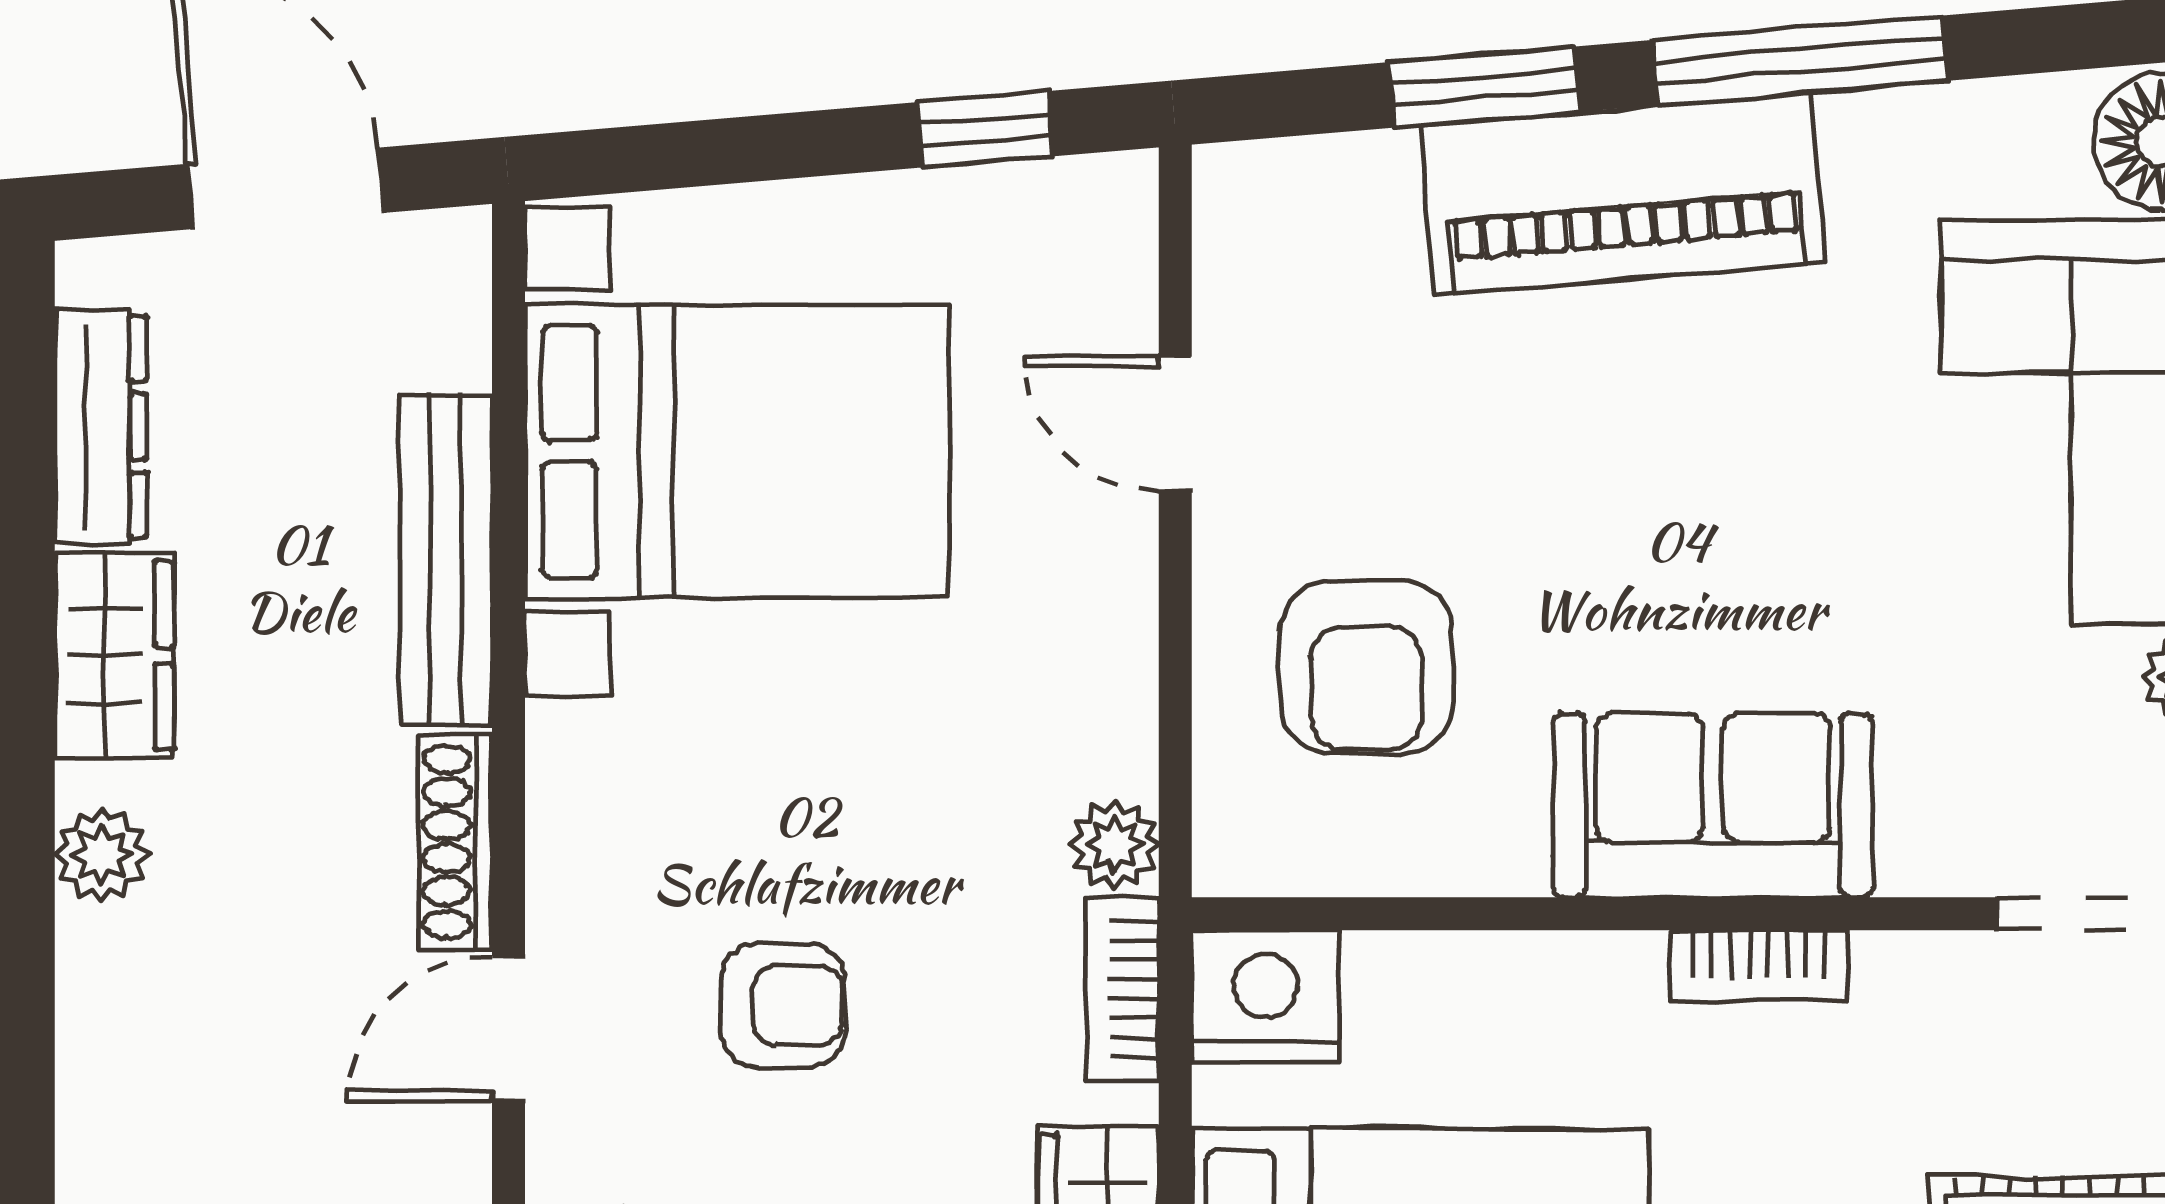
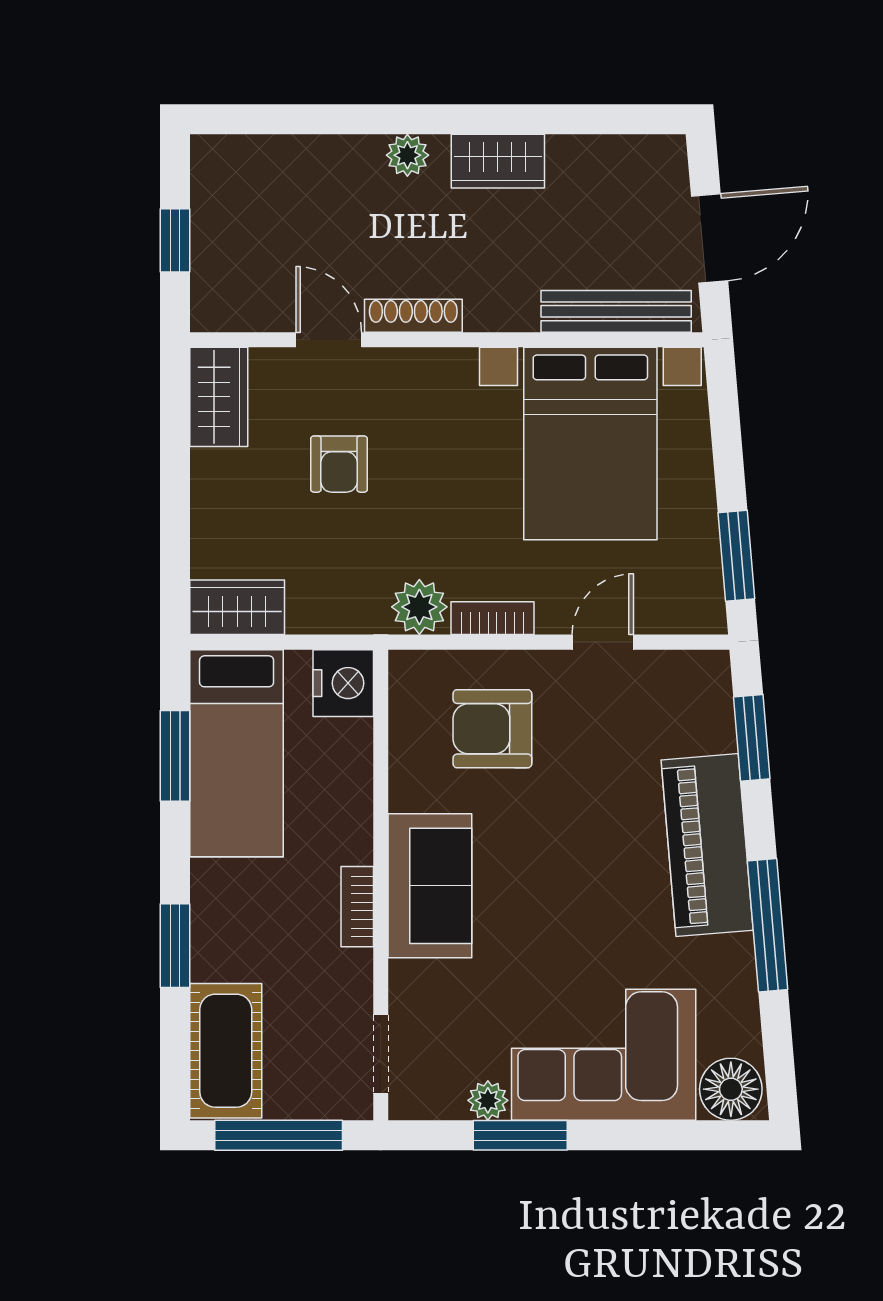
window: (1484, 87) -> (752, 738), moved
window: (985, 129) -> (736, 556), width x1.50
dresser: (101, 427) -> (601, 155), removed
bench: (446, 560) -> (616, 311), moved
plant: (1114, 845) -> (419, 607), width x1.38, depth x1.38
bookcase: (1122, 989) -> (492, 618), moved

